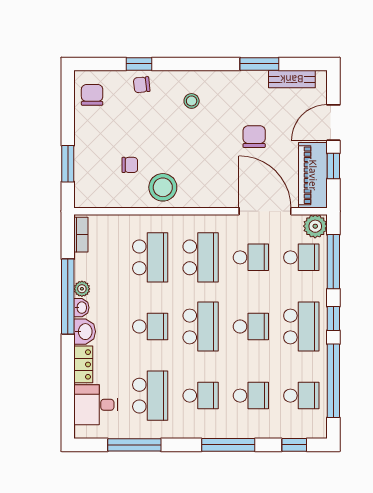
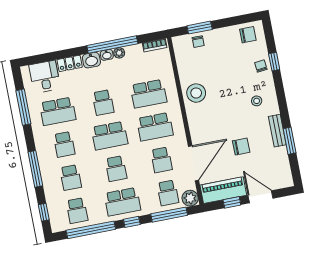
bench: (292, 79) -> (277, 131), moved
chair: (130, 165) -> (198, 42), moved

